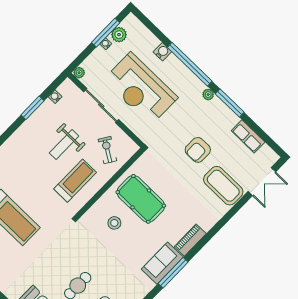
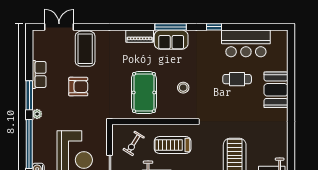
row of seats: (248, 136) -> (39, 74), moved
stool: (114, 223) -> (183, 88), moved

